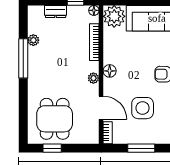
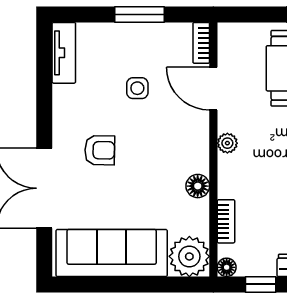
bookcase: (94, 42) -> (226, 221), width x0.64
floor lamp: (110, 71) -> (198, 186), moved
side table: (143, 108) -> (137, 88), width x0.54, depth x0.54

